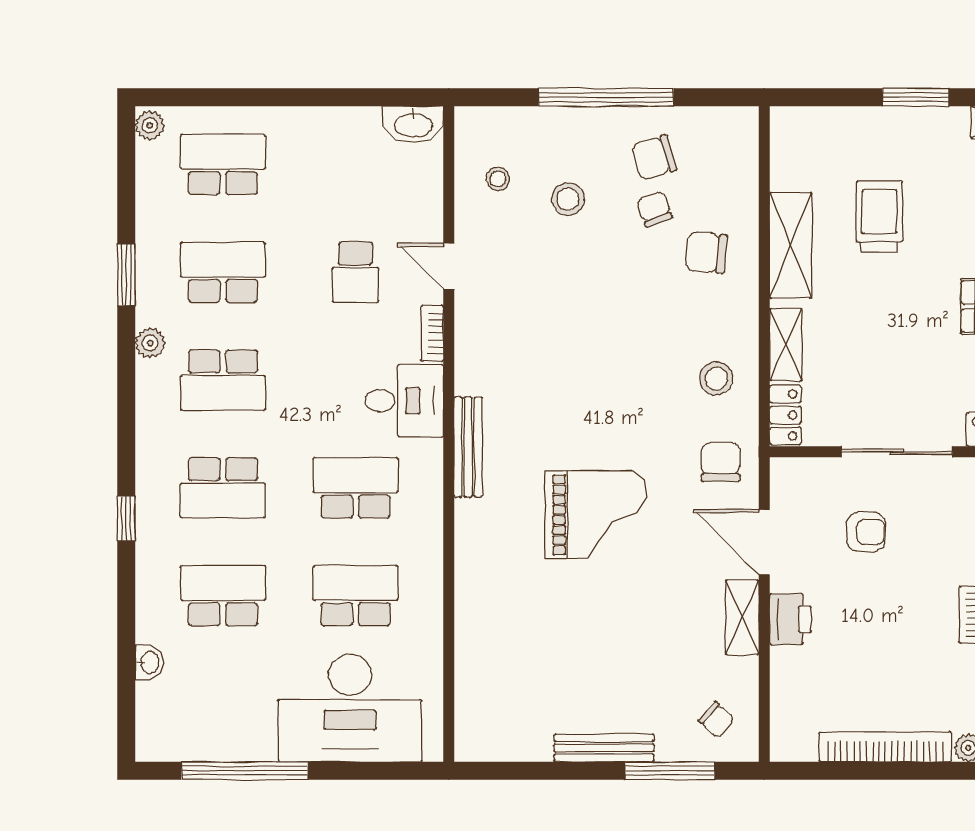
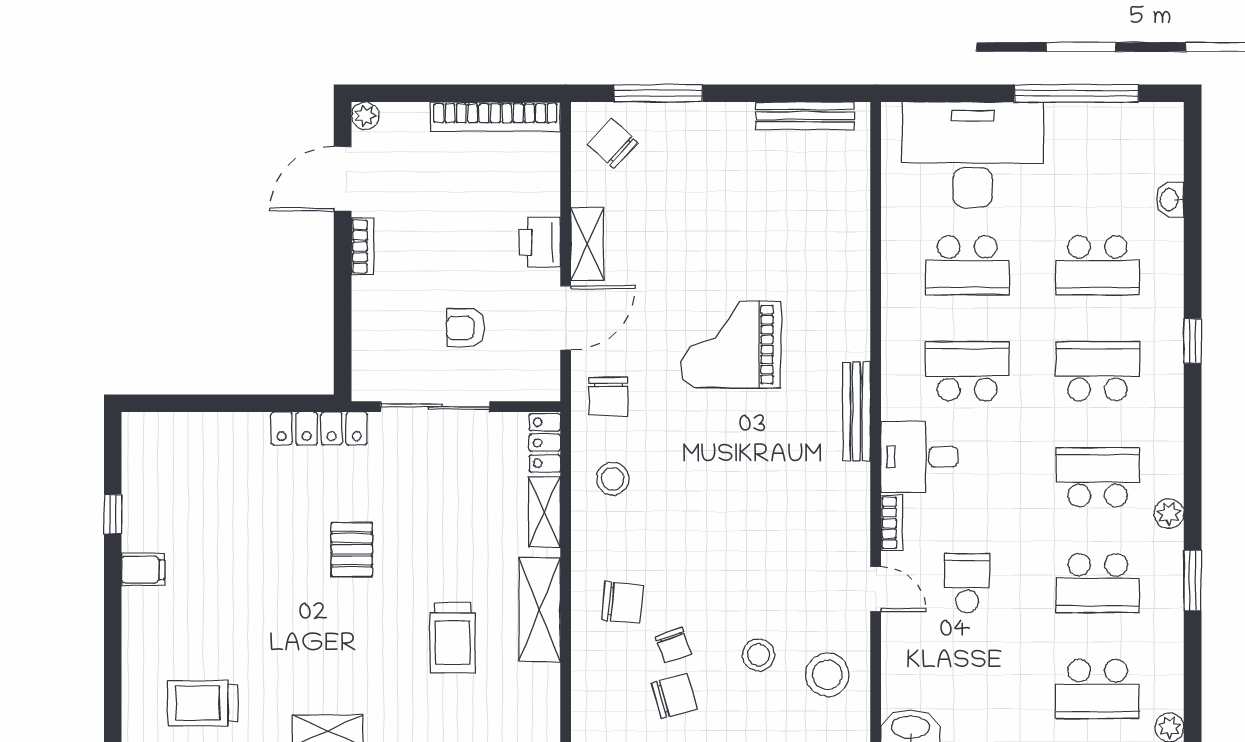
stool: (498, 179) -> (827, 675), width x1.89, depth x1.89
school desk: (356, 488) -> (967, 371), turned 180
door: (764, 542) -> (566, 318), hinge flipped
chair: (716, 720) -> (613, 143), width x1.37, depth x1.37
bookcase: (885, 747) -> (495, 117), moved
bench: (604, 748) -> (805, 116), moved

